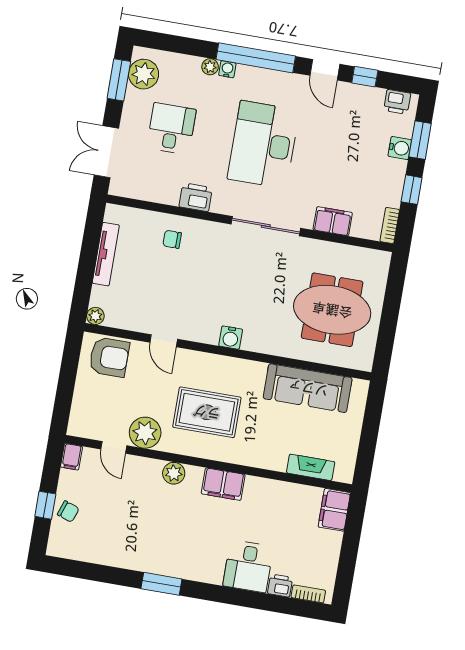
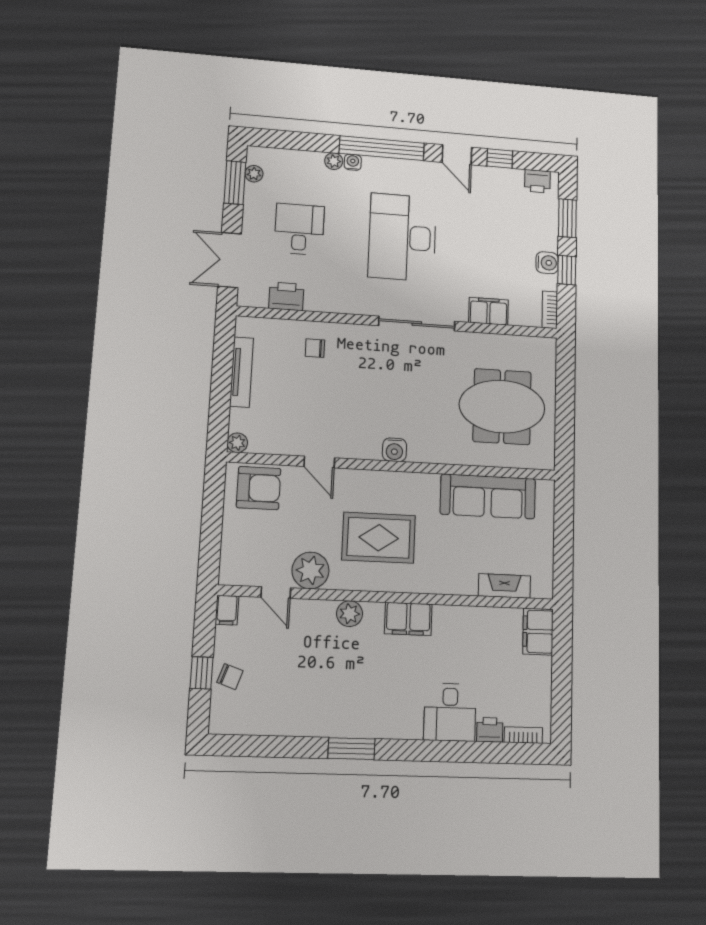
plant: (144, 74) -> (254, 174), width x0.53, depth x0.53
water cooler: (400, 148) -> (547, 263), moved
printer: (196, 197) -> (286, 296), moved

